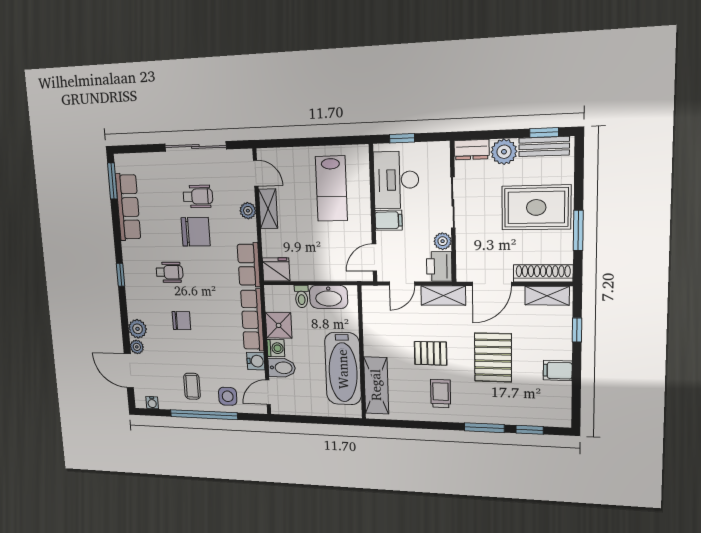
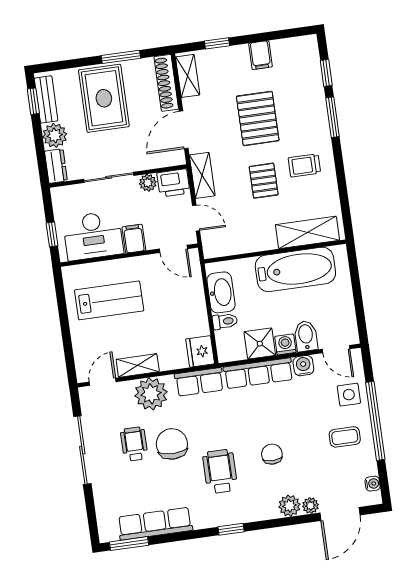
plant: (248, 211) -> (151, 394), width x1.87, depth x1.87
wheelchair: (169, 272) -> (220, 471), width x1.36, depth x1.37
door: (492, 284) -> (184, 130), swing flipped
pallet: (493, 358) -> (258, 118), turned 90

